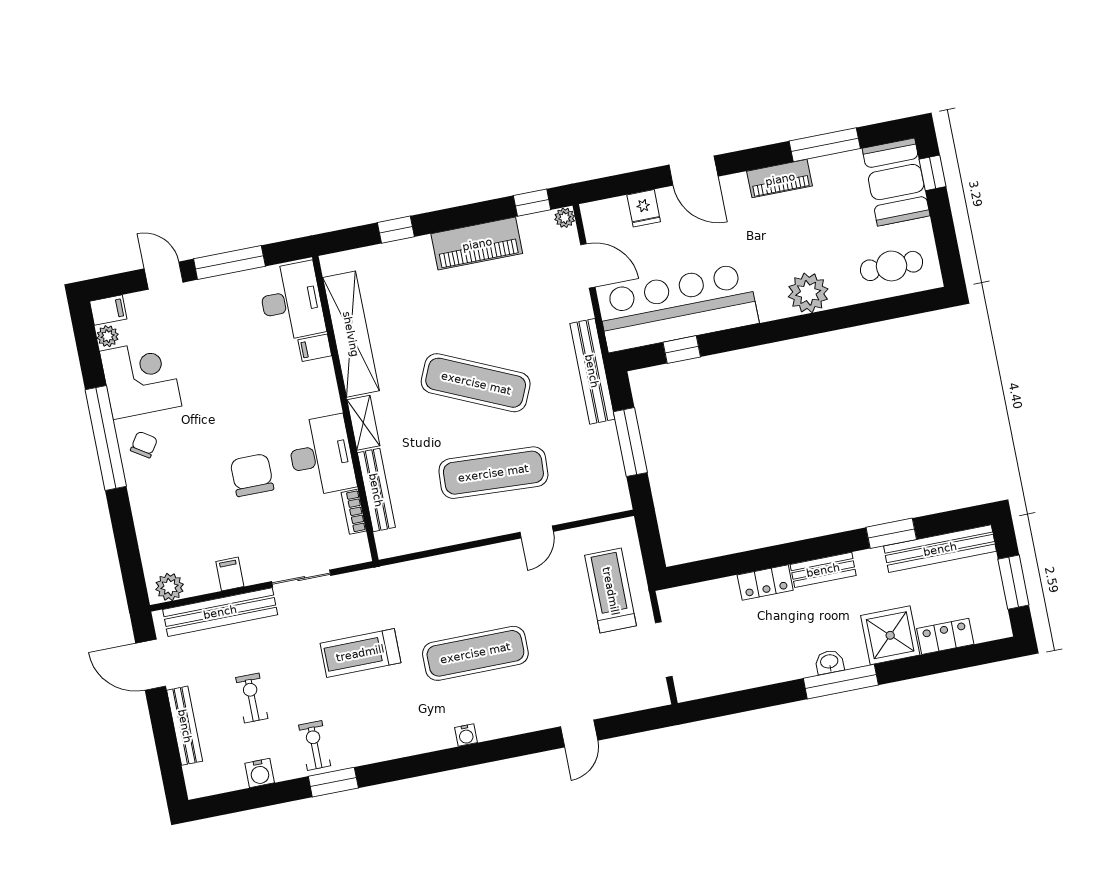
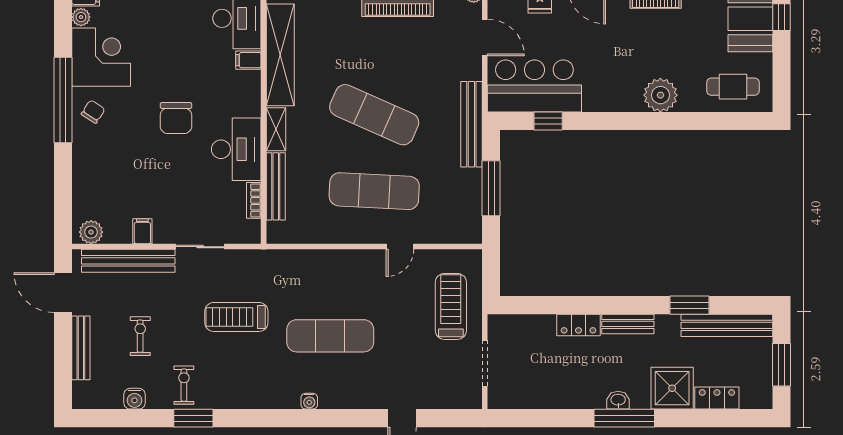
bar counter: (678, 307) -> (534, 86), width x0.73
chair: (252, 475) -> (176, 118), moved, turned 180

